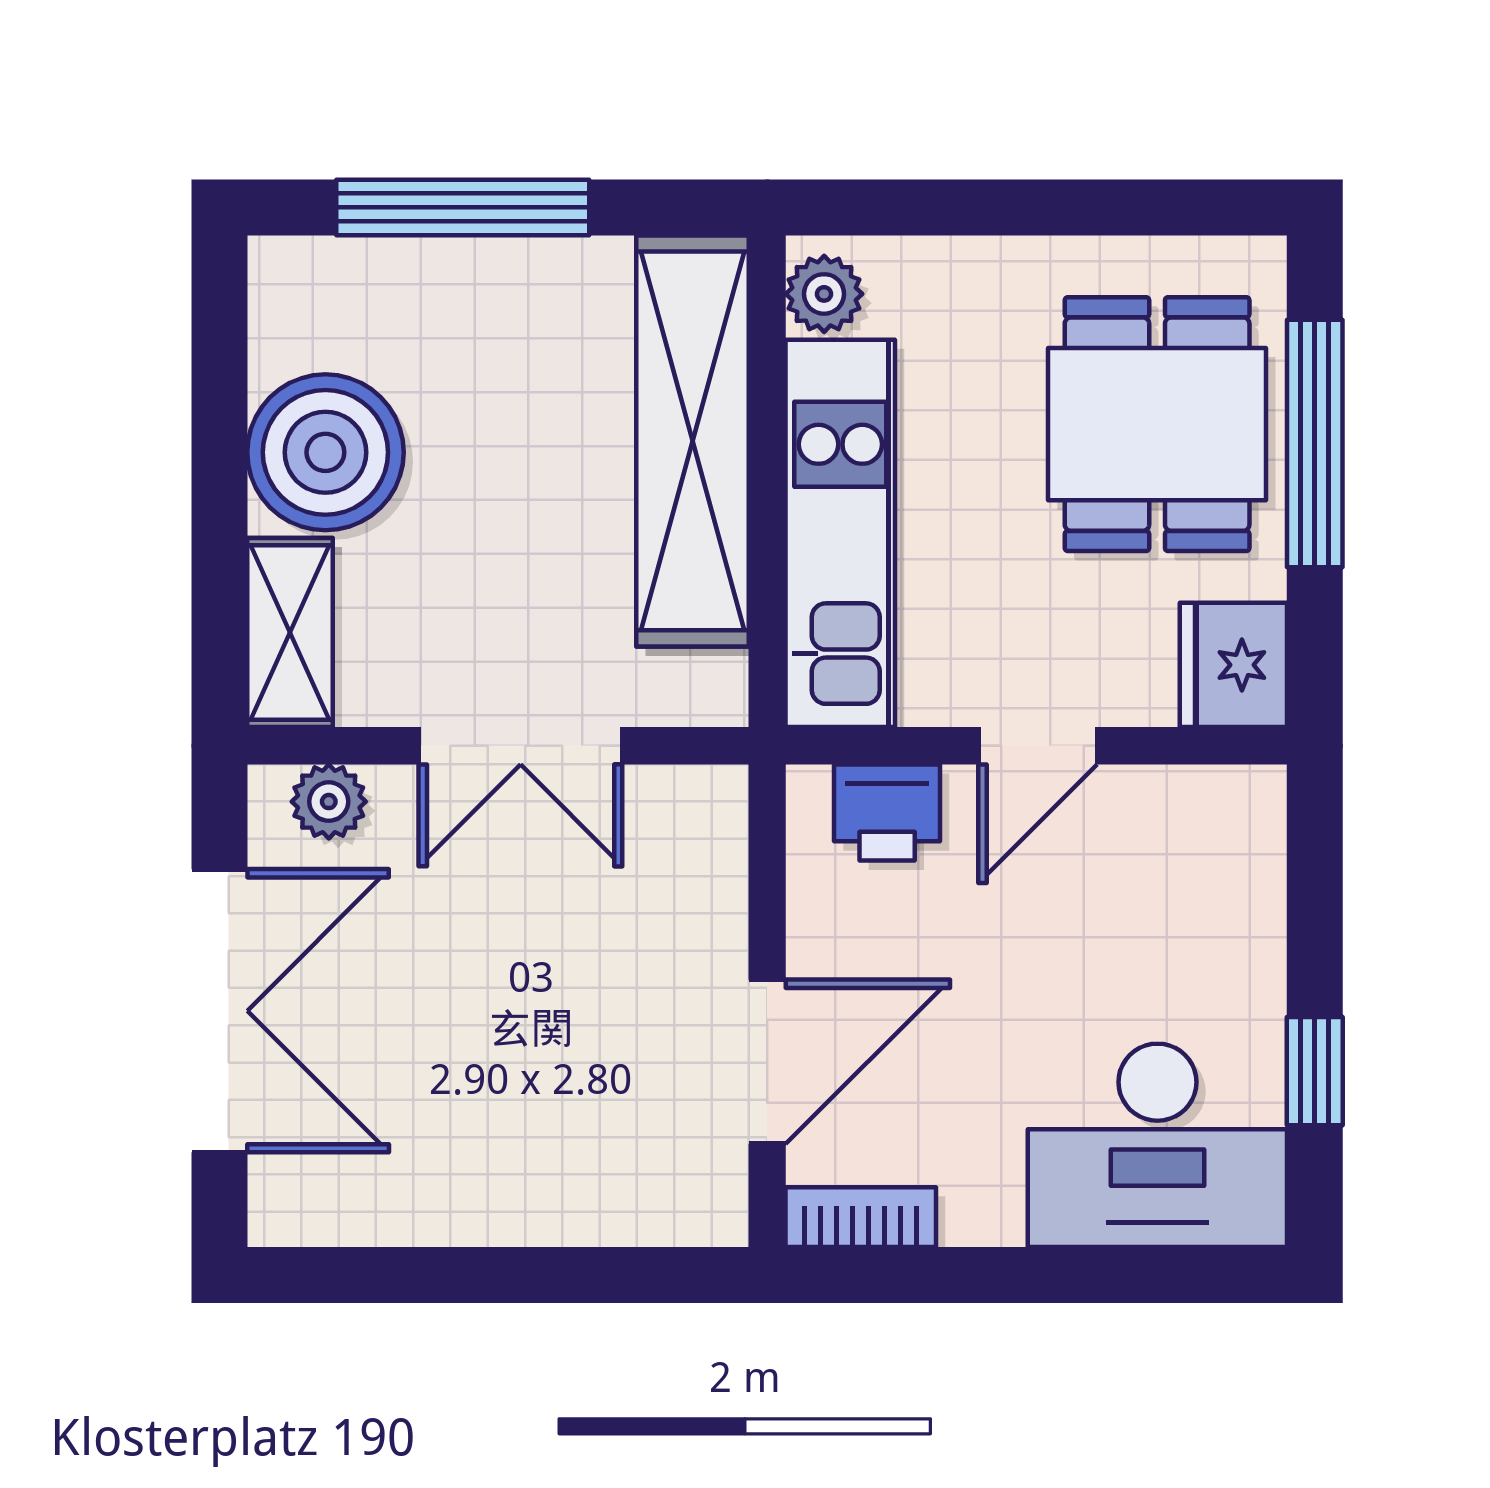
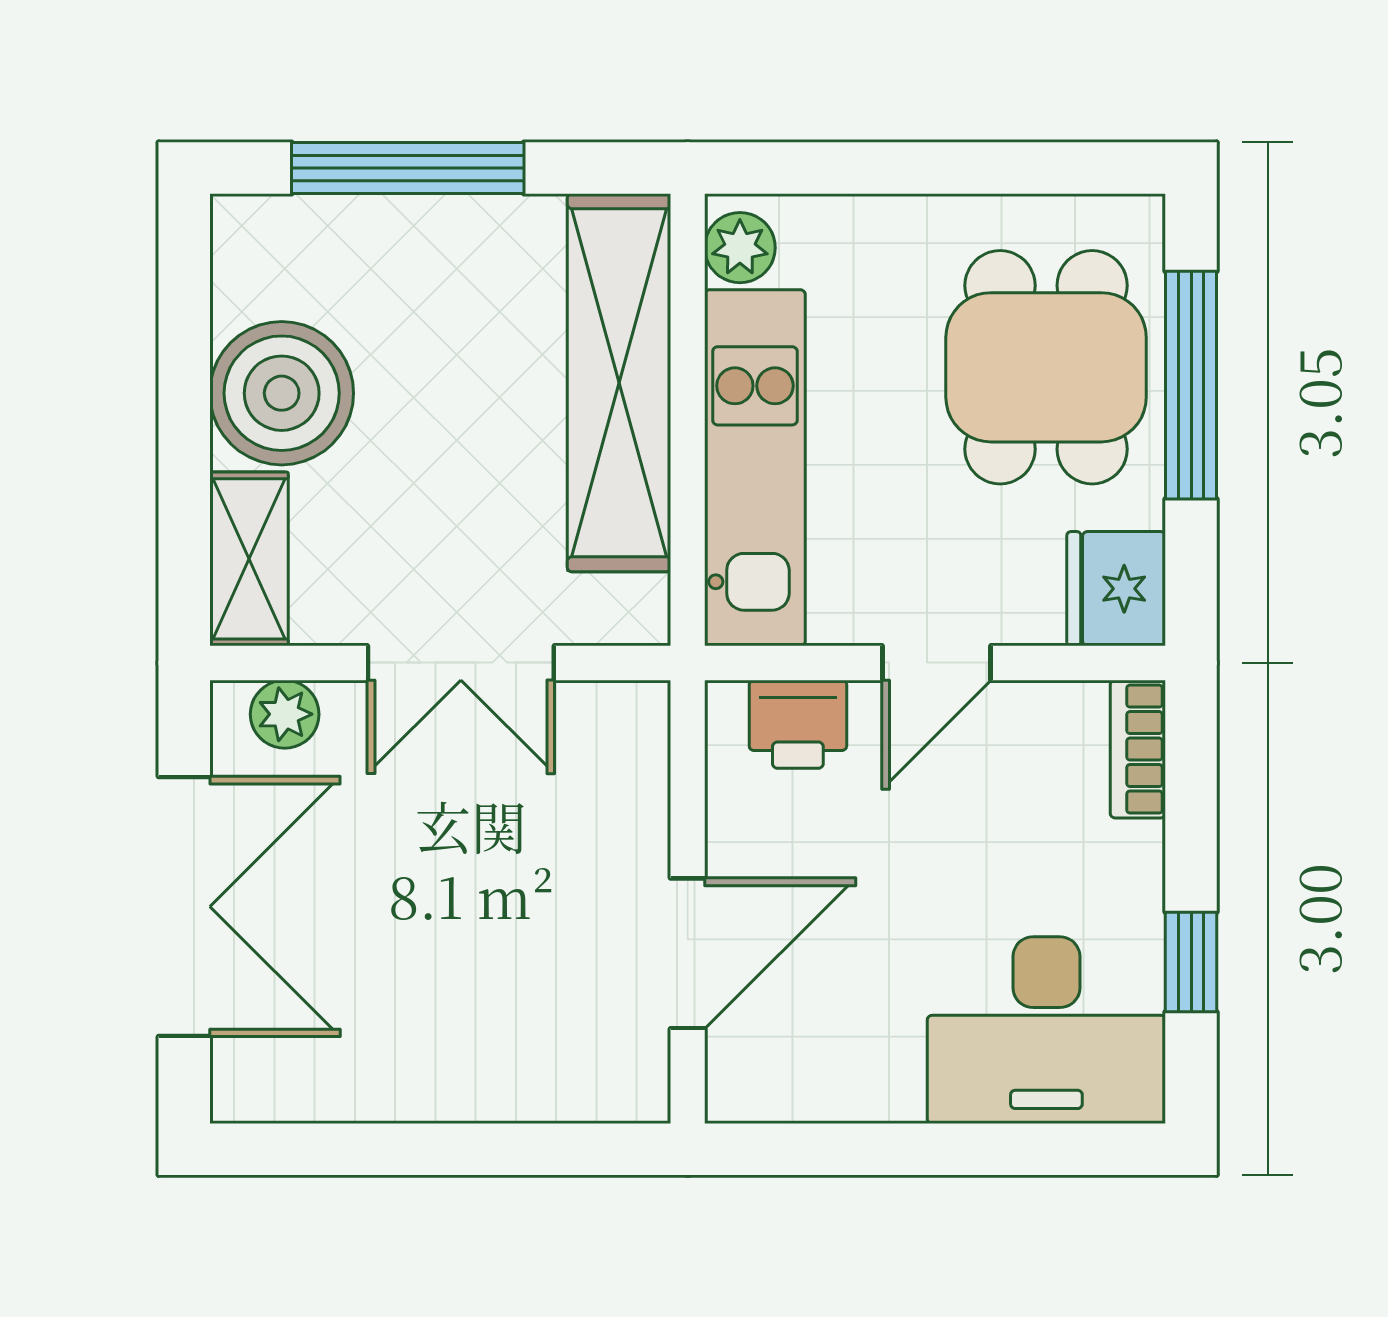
bookcase: (861, 1217) -> (1138, 749), moved, turned -90

